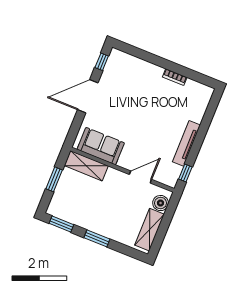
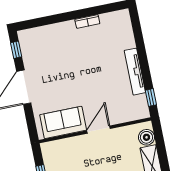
shelving: (86, 166) -> (62, 147), removed
door: (140, 177) -> (99, 130), moved

